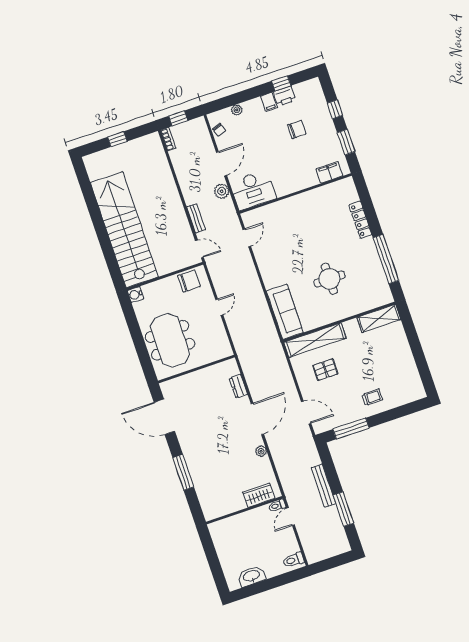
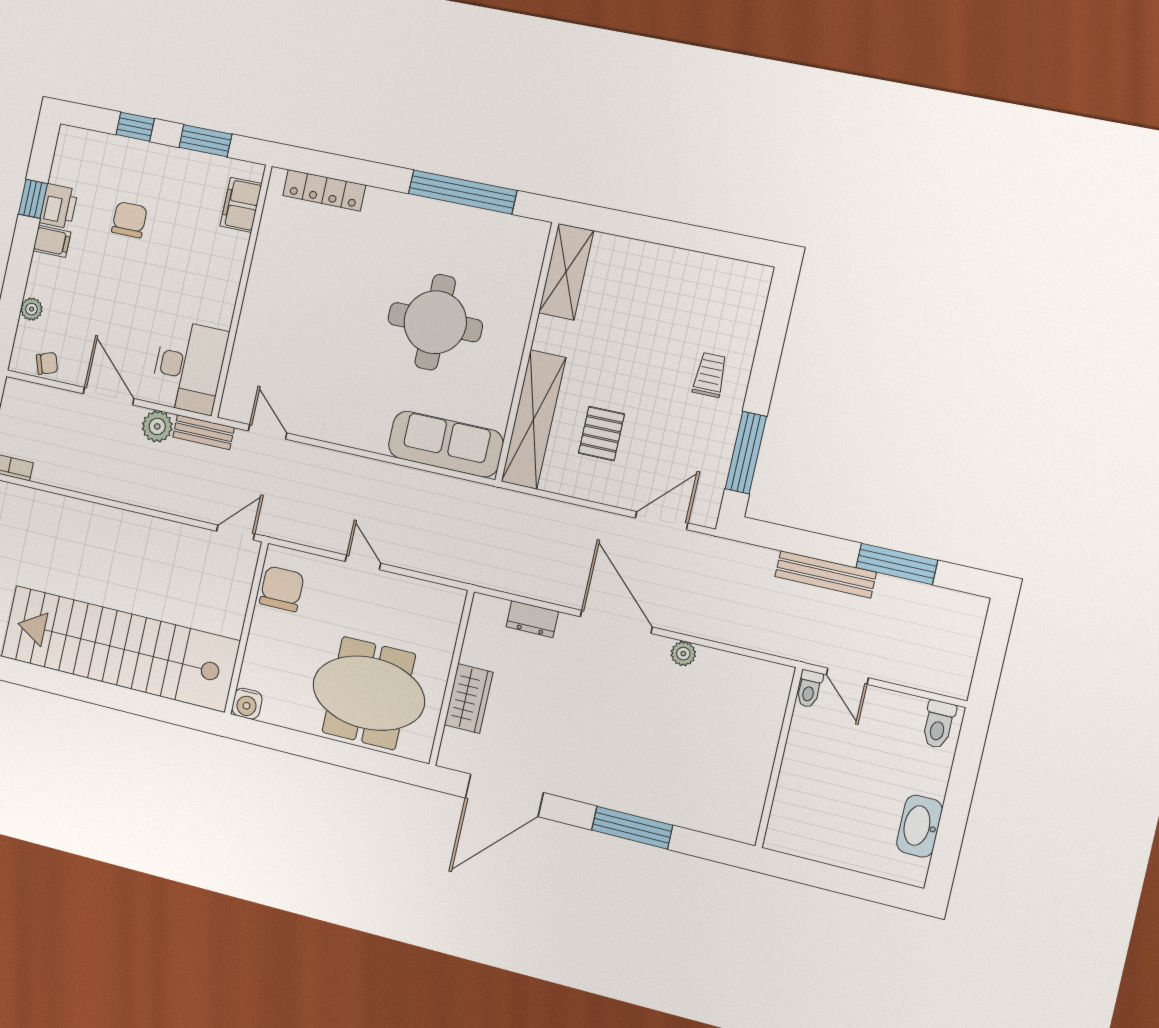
bench: (196, 218) -> (204, 432), moved
locker: (360, 220) -> (324, 190), moved
round table: (329, 279) -> (435, 322), width x1.36, depth x1.36
wardrobe: (259, 495) -> (469, 698), moved, turned 180

